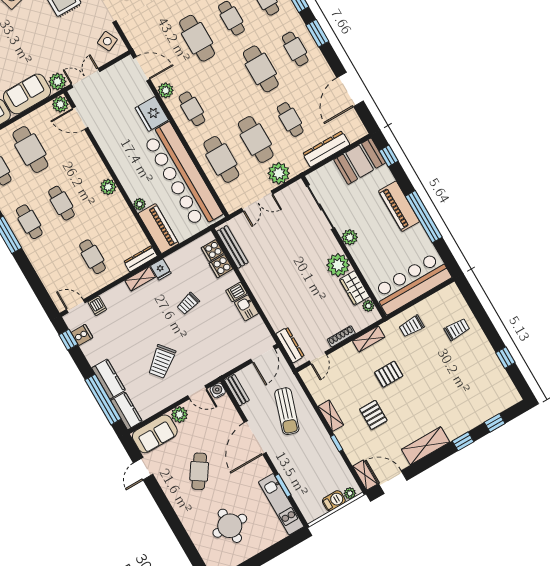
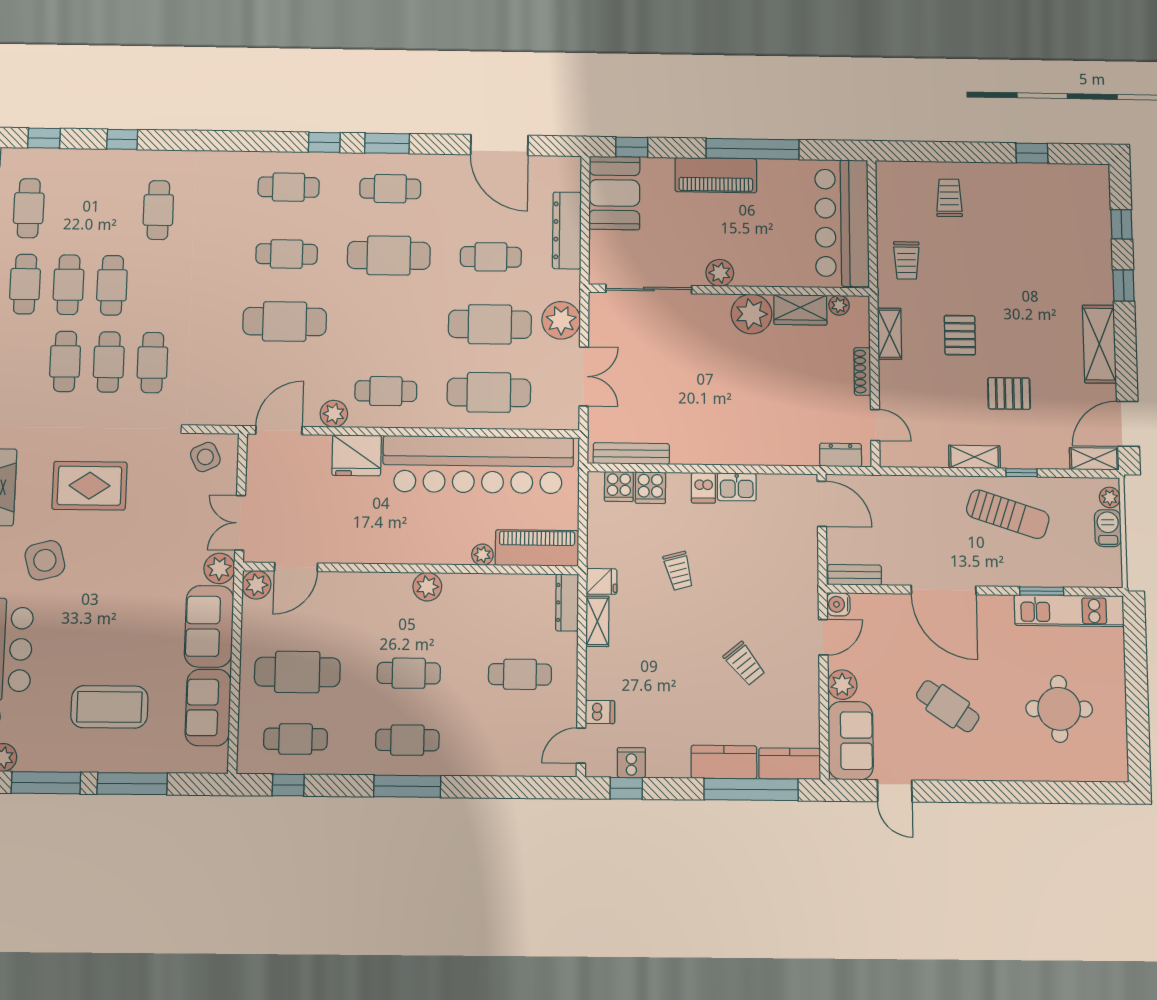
dresser: (290, 345) -> (841, 455), width x0.70
trolley: (162, 362) -> (744, 664), width x0.73, depth x0.72
sun lounger: (287, 411) -> (1008, 514), moved

